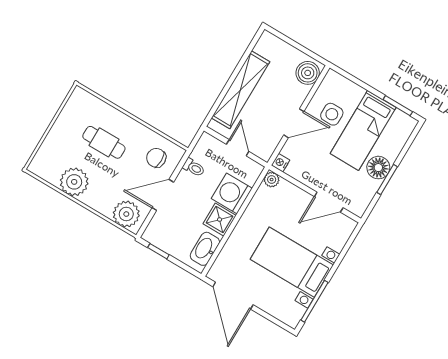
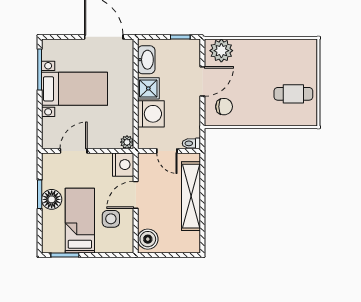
cafe table: (104, 142) -> (293, 94), moved
nightstand: (281, 163) -> (123, 165), width x1.89, depth x1.79
toilet: (194, 168) -> (191, 143), moved
plant: (74, 182) -> (275, 51), removed

